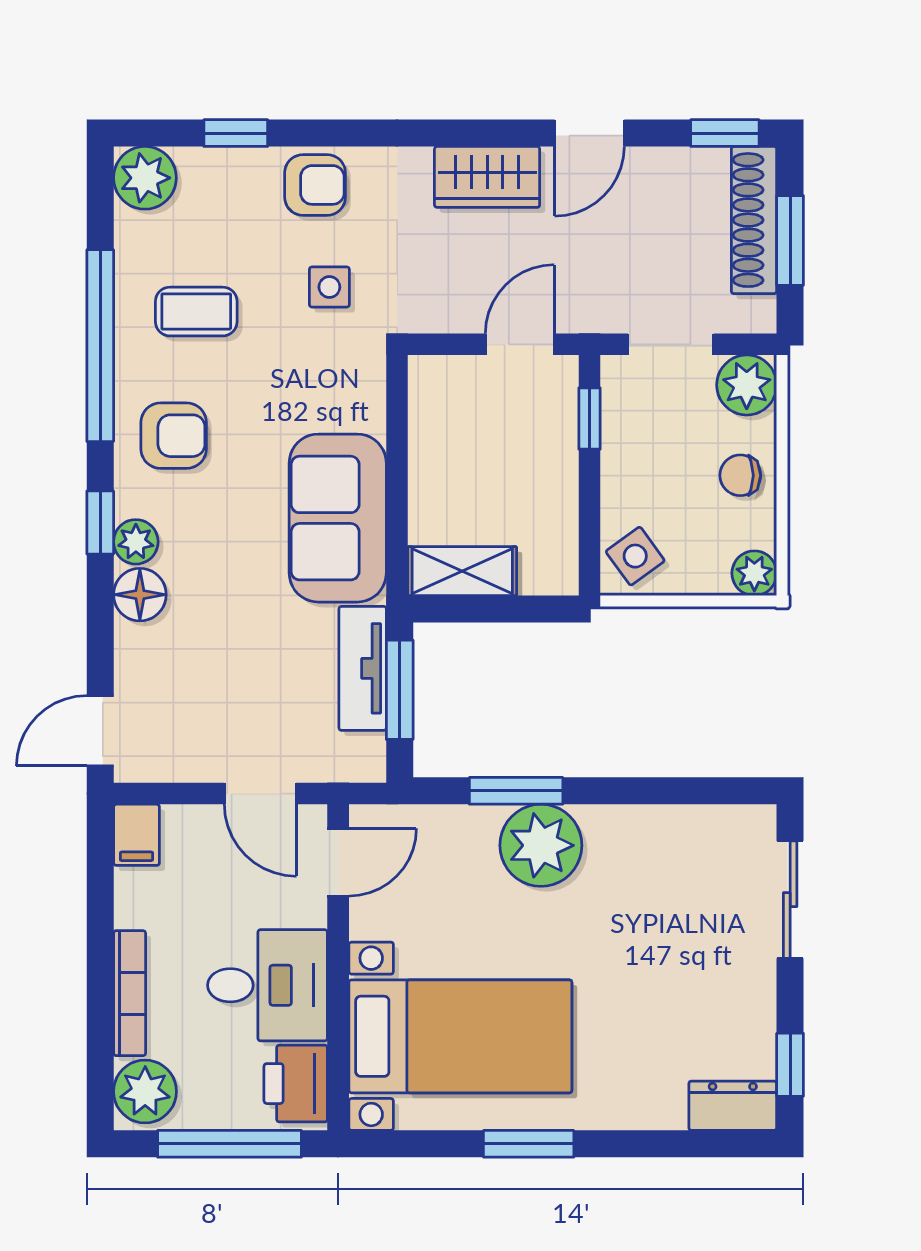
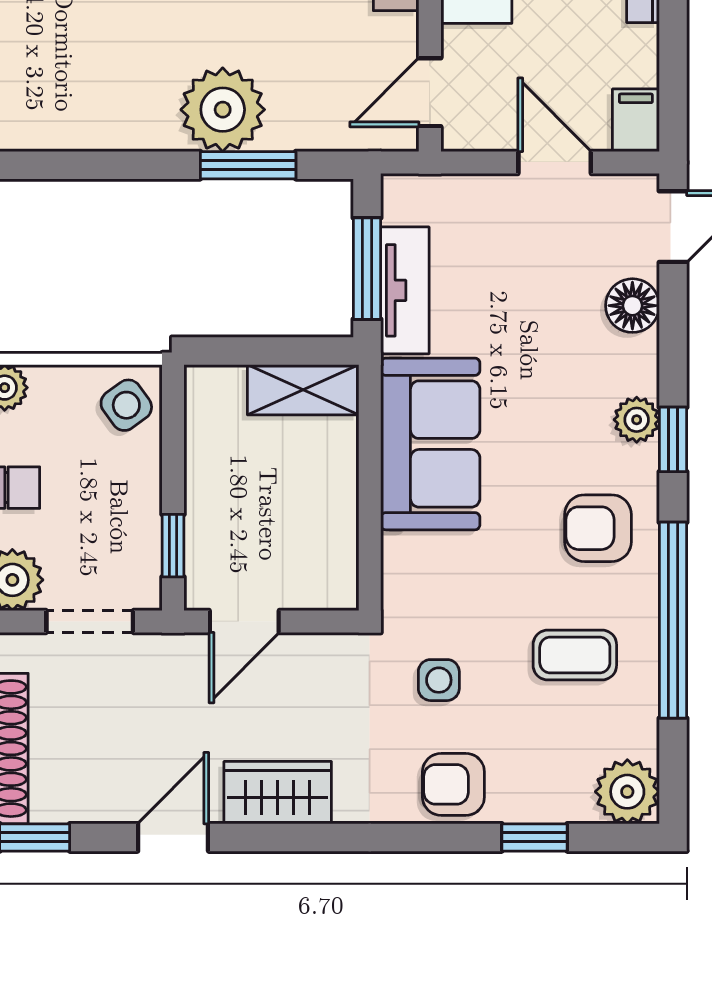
floor lamp: (140, 595) -> (632, 306), moved
door: (260, 794) -> (555, 162), moved

